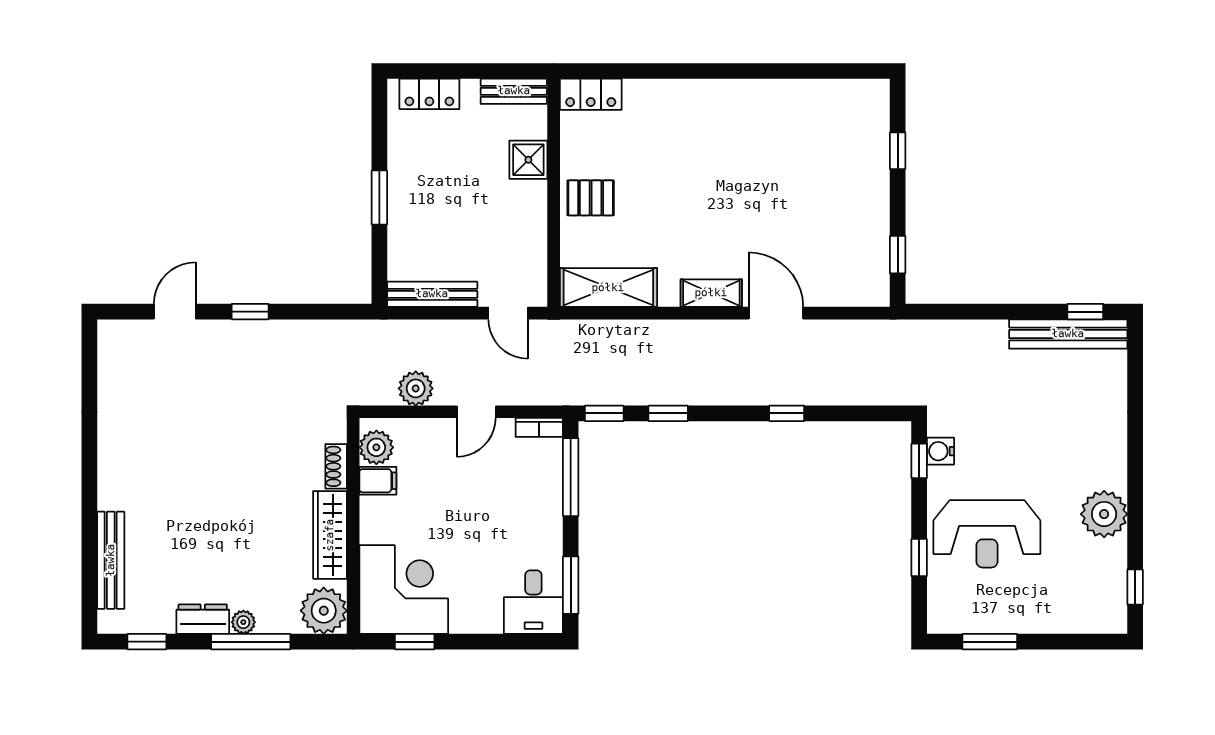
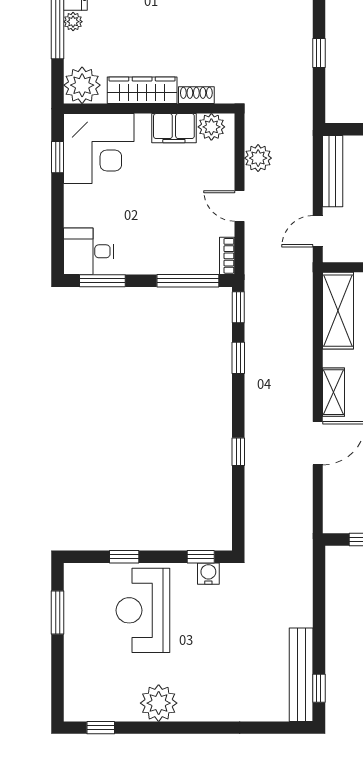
window: (250, 312) -> (319, 53), moved
filing cabinet: (378, 481) -> (174, 128), width x2.00

